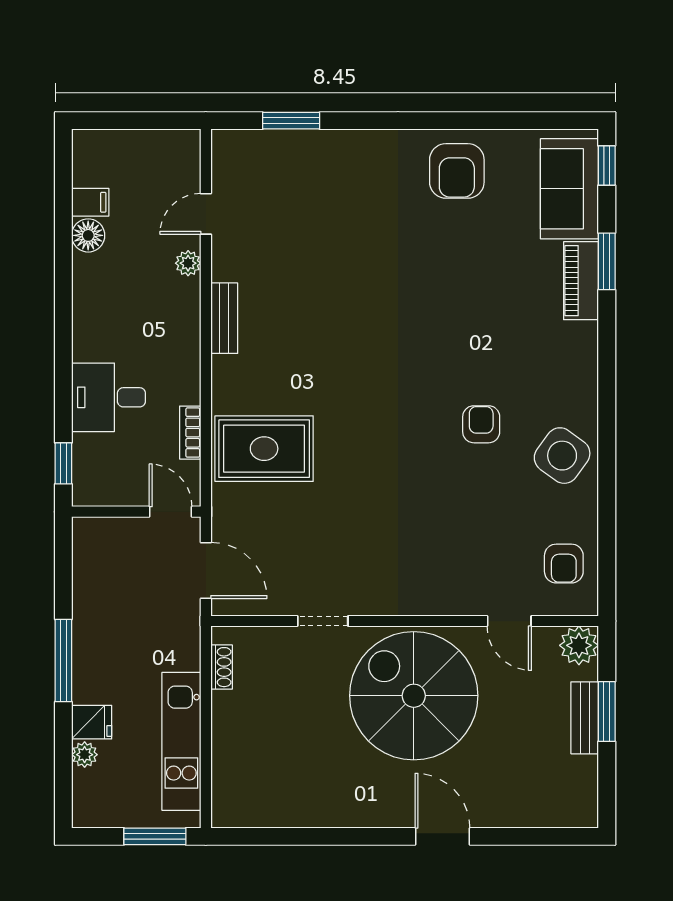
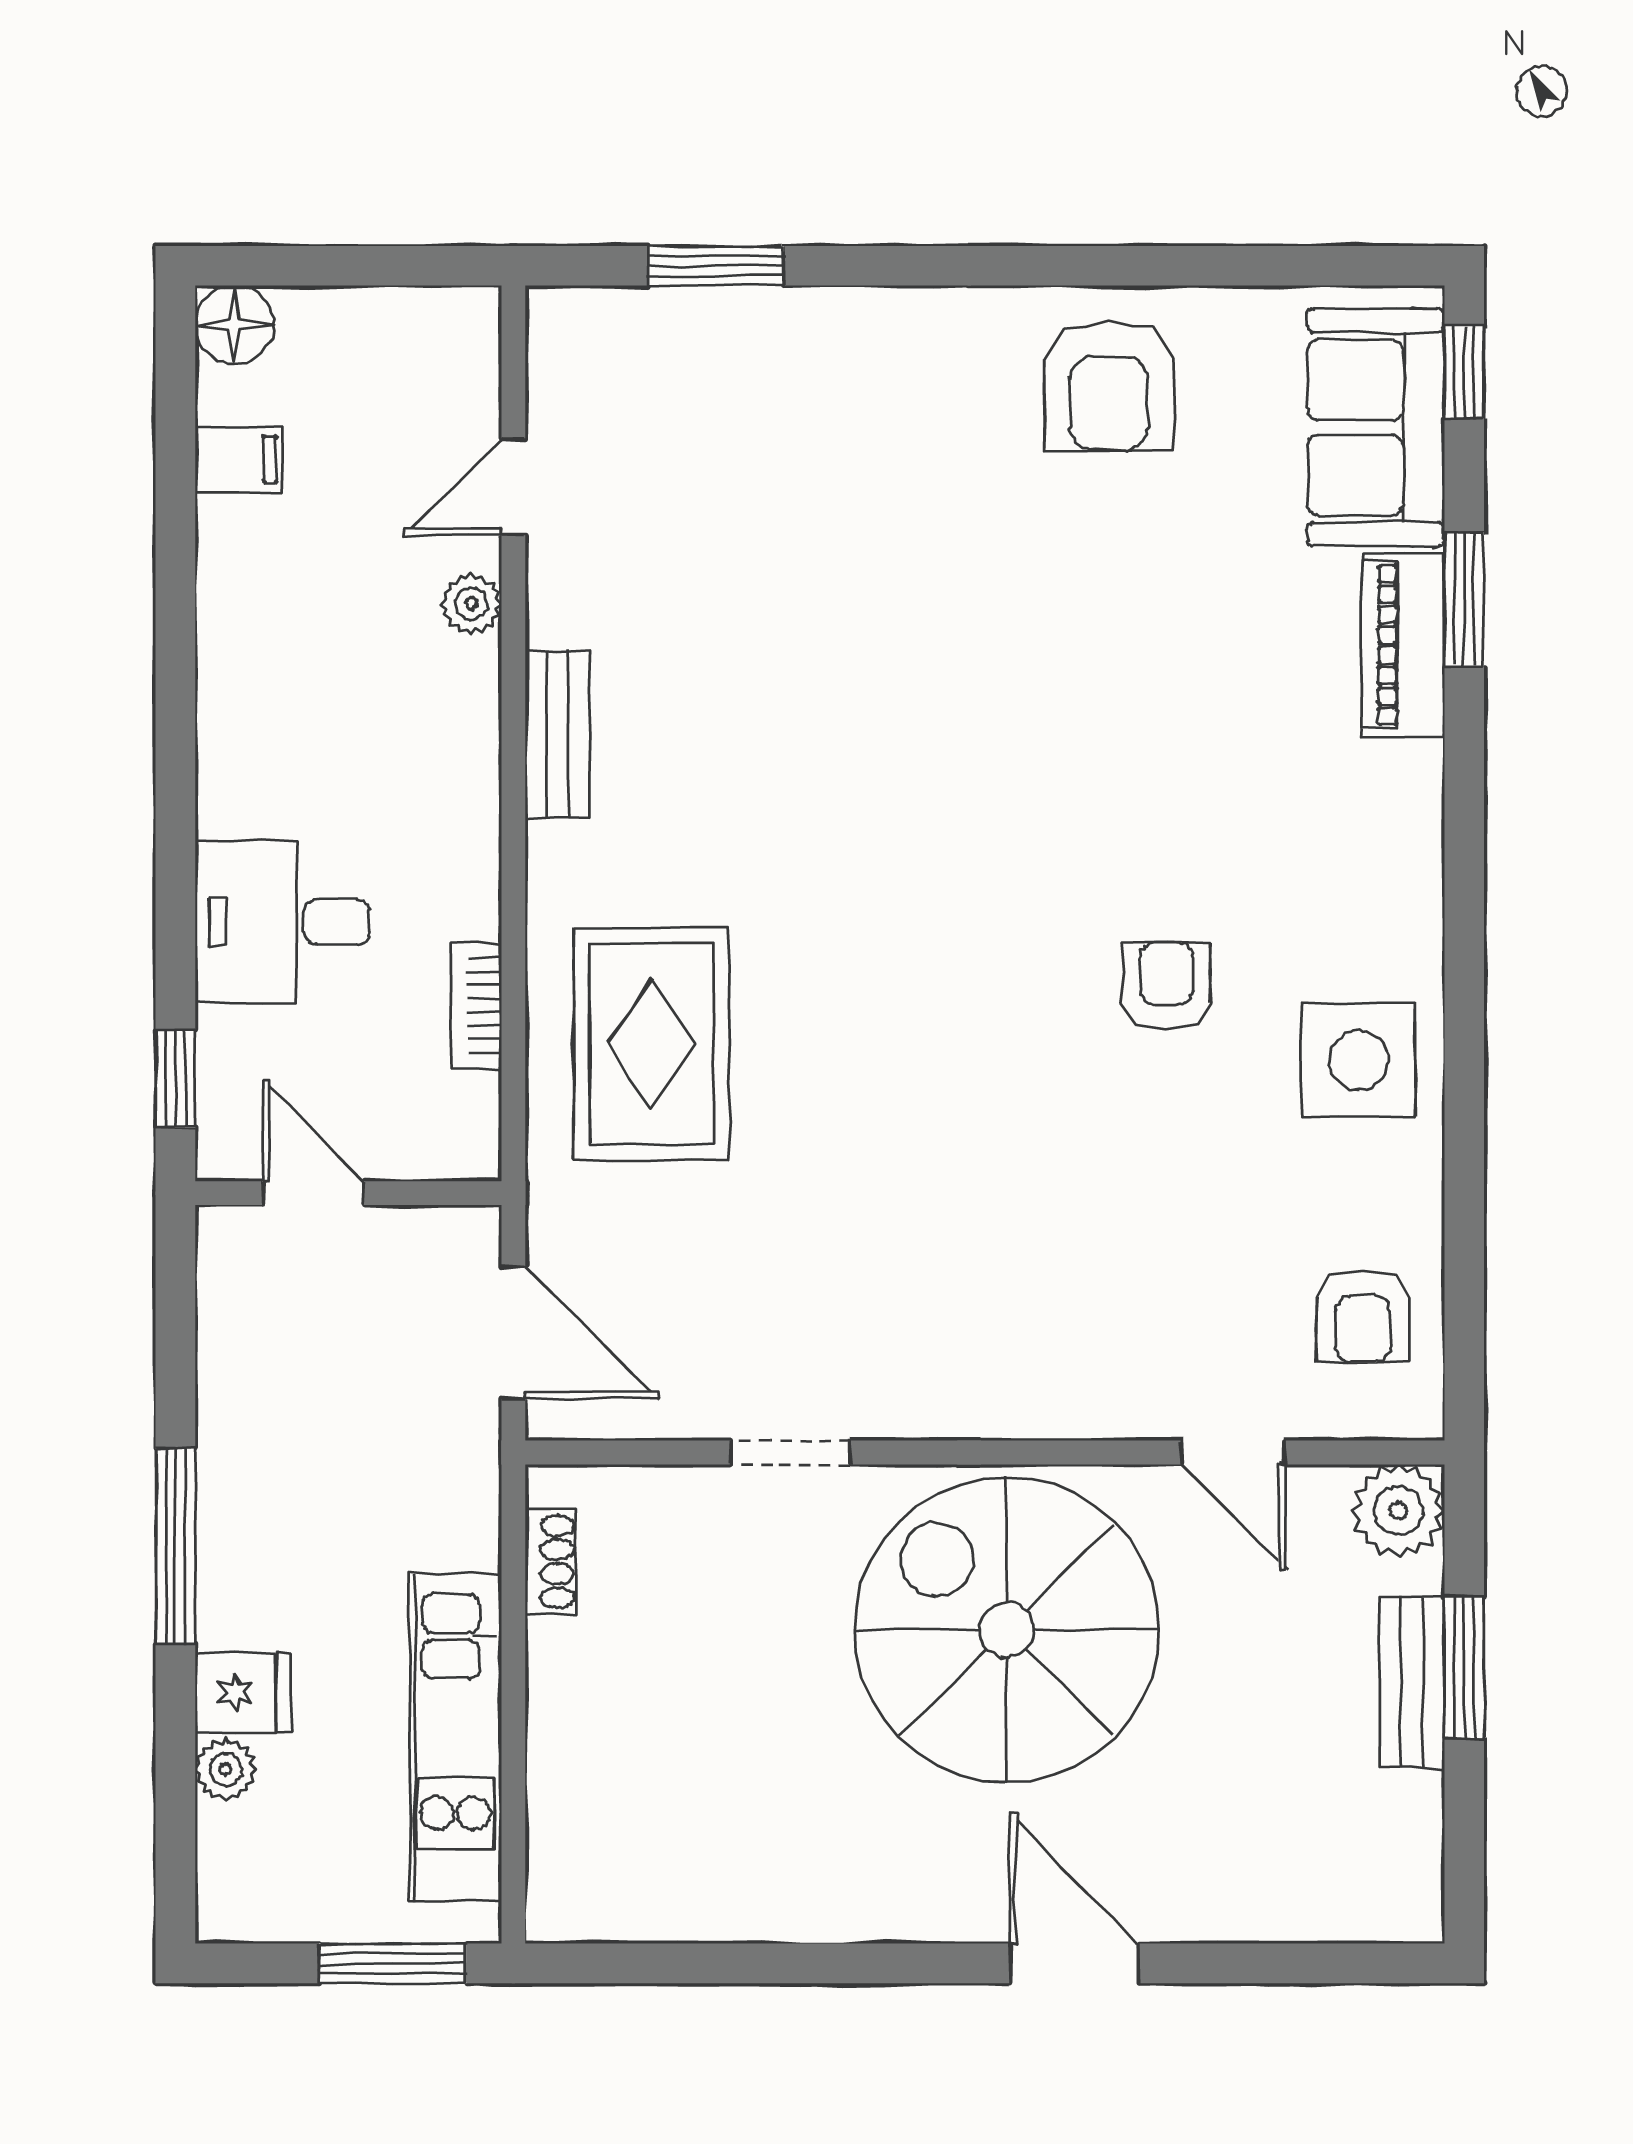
floor lamp: (88, 235) -> (234, 325), moved
rug: (264, 449) -> (651, 1044), turned 90
side table: (562, 456) -> (1358, 1060), turned -36
door: (171, 512) -> (313, 1193), moved

